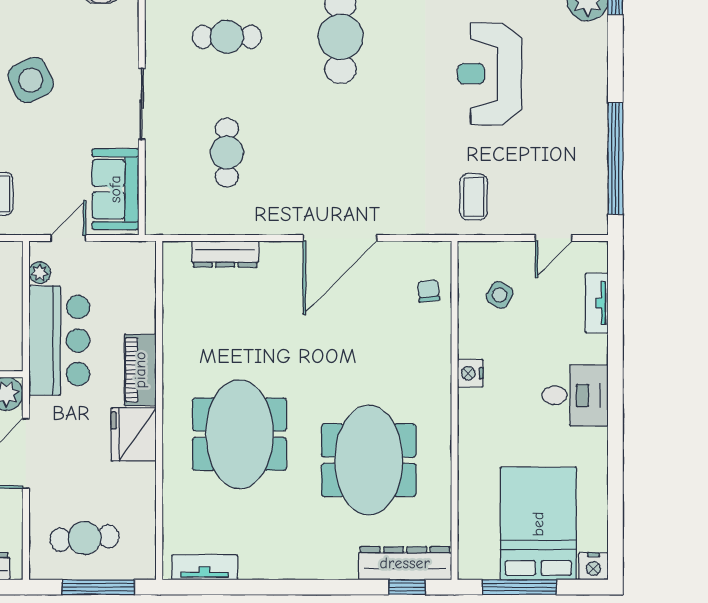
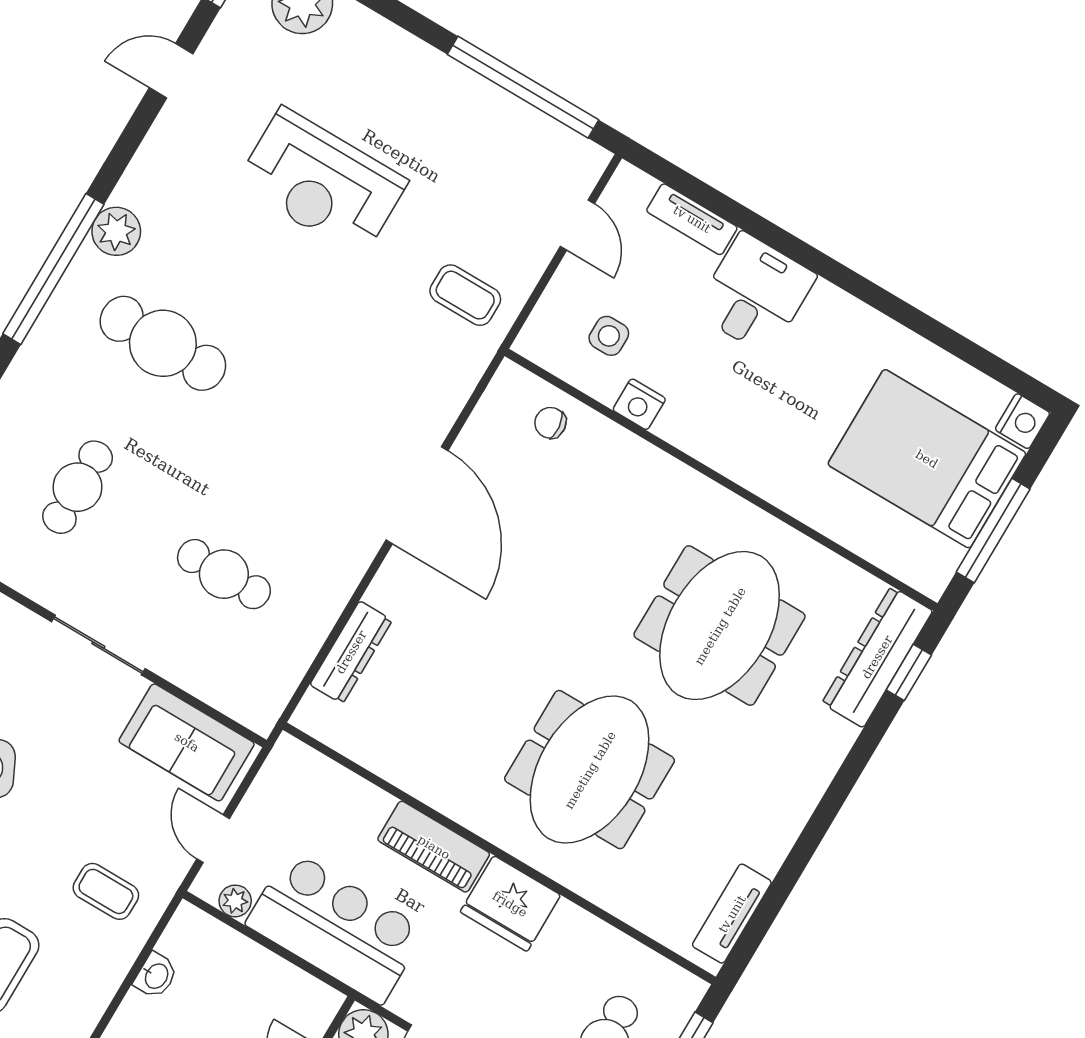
side table: (500, 295) -> (609, 336), turned -30
nightstand: (470, 373) -> (639, 404), moved
desk: (575, 395) -> (755, 294), moved
meeting table: (239, 434) -> (590, 770), turned 90
meeting table: (369, 460) -> (720, 626), turned 90

